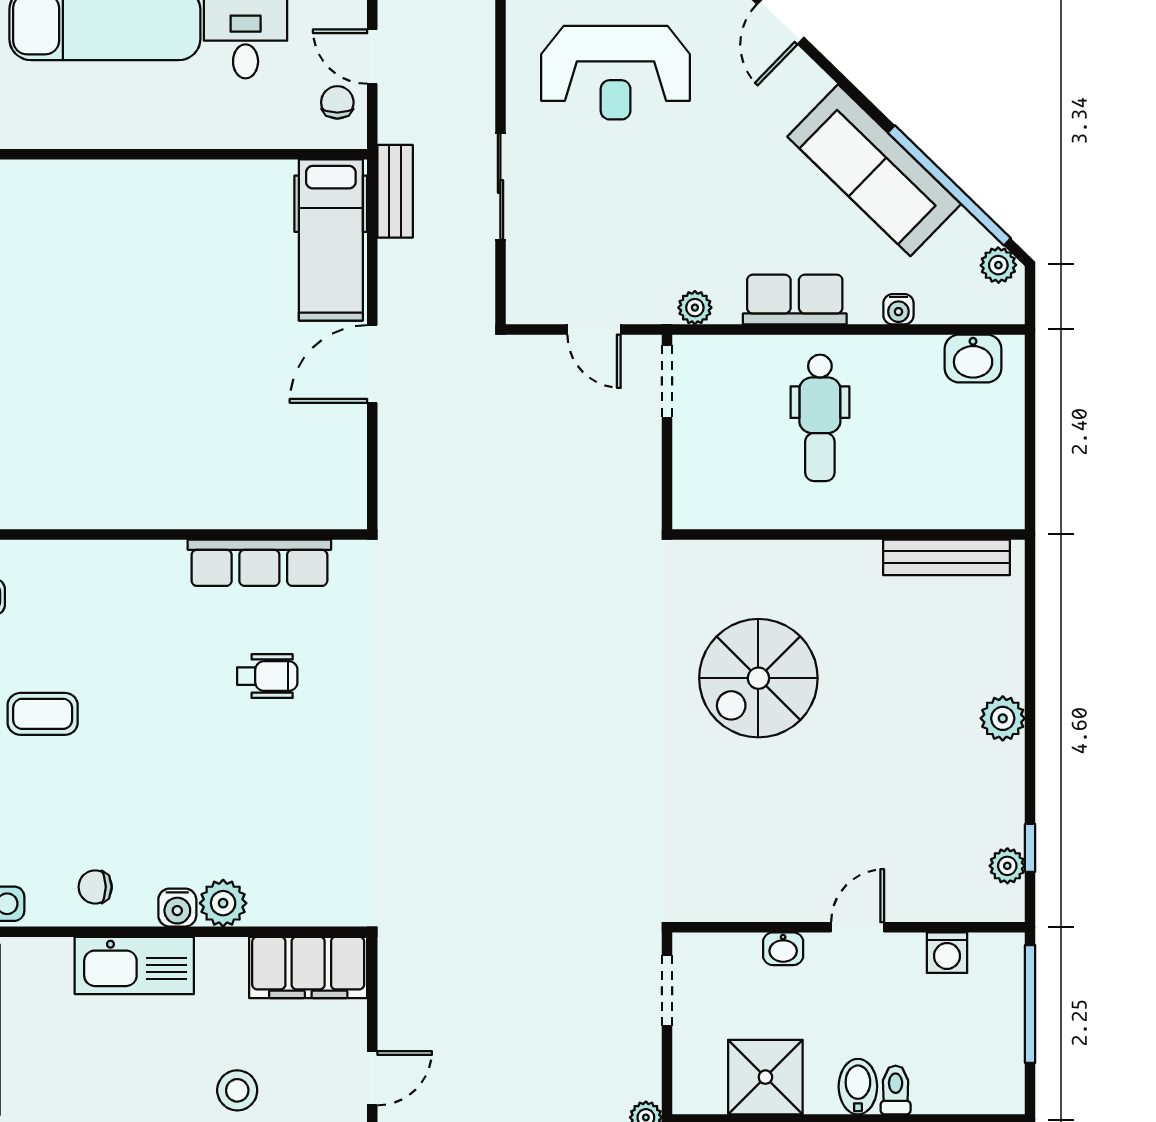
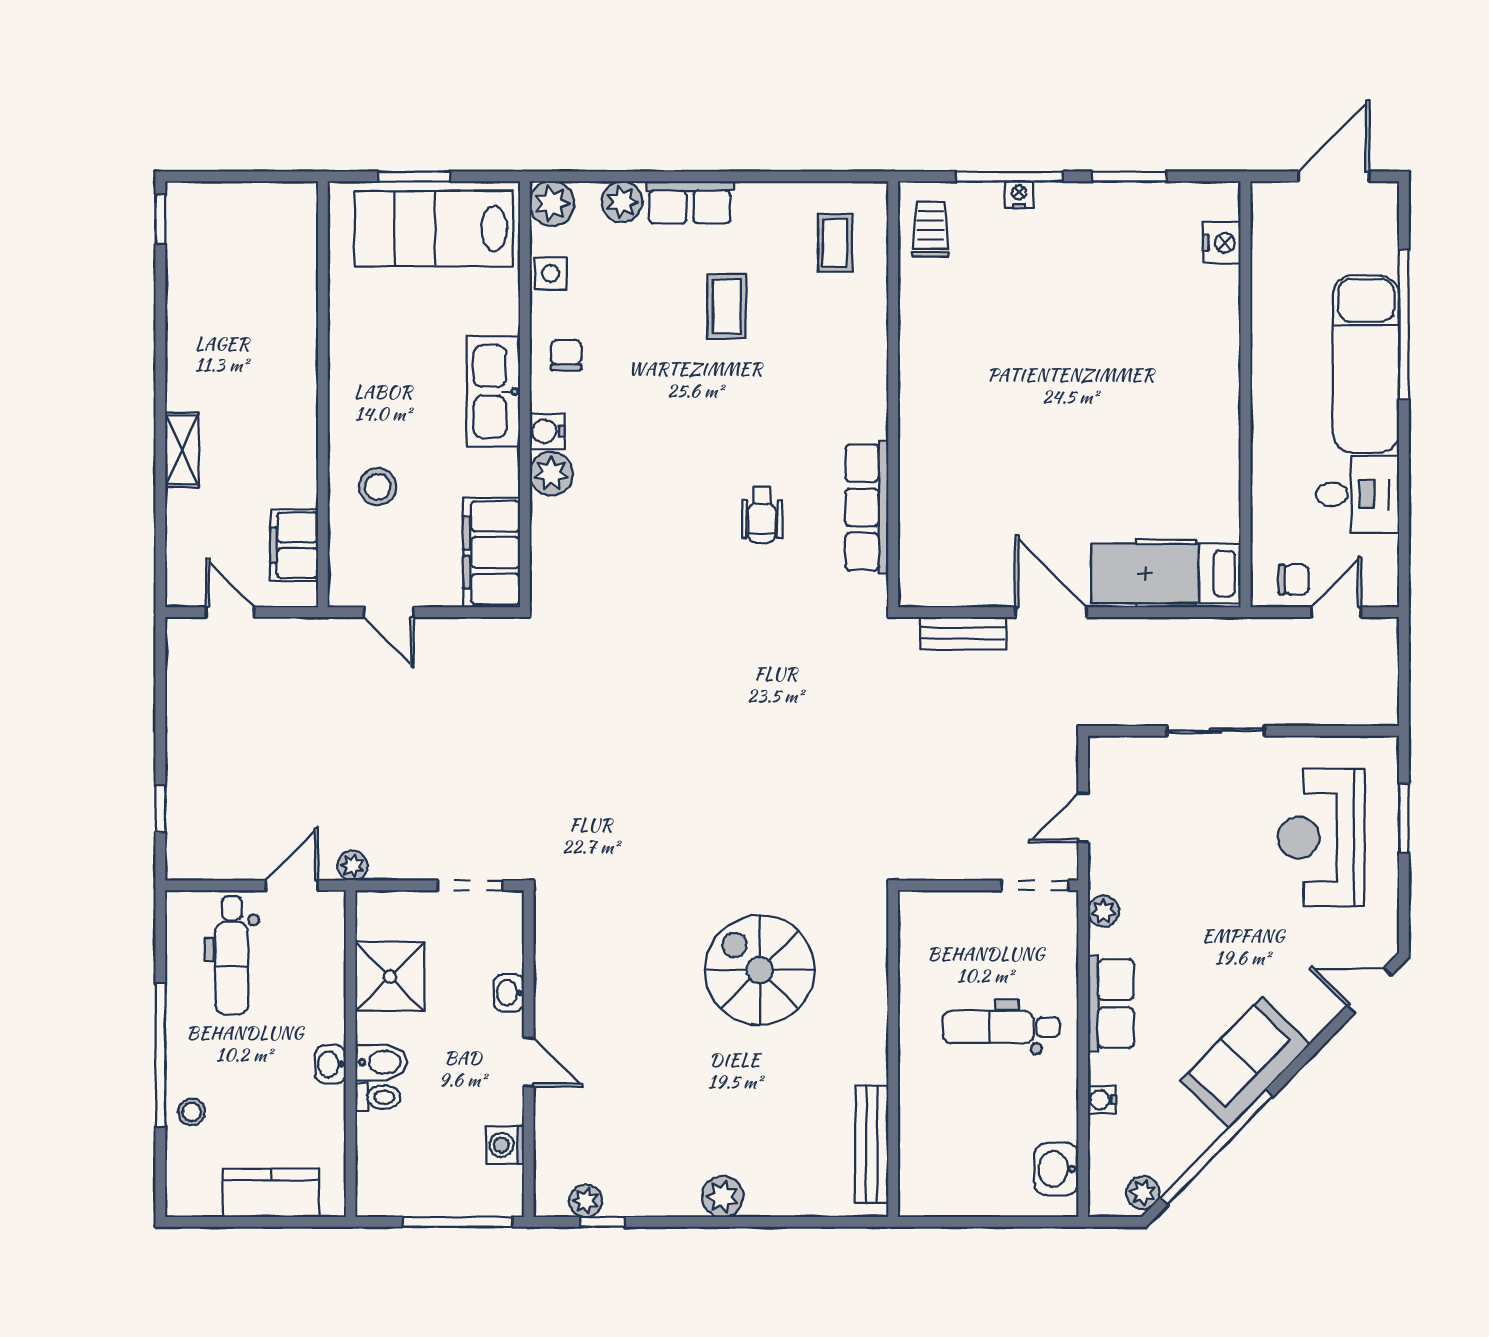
sofa: (874, 170) -> (1245, 1062), width x0.73
bench: (395, 191) -> (963, 633), moved

